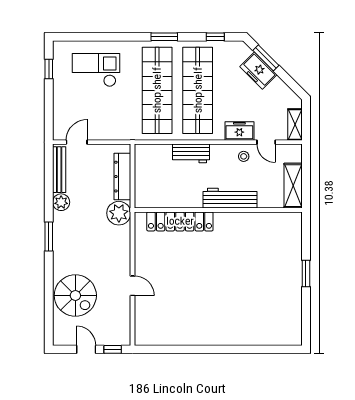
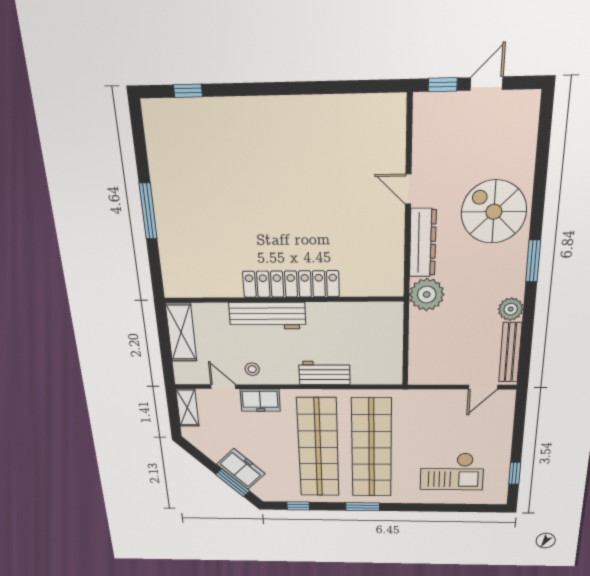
dresser: (122, 177) -> (423, 243), moved
locker: (180, 221) -> (291, 284), moved
window: (306, 274) -> (148, 211), width x1.44
spiral stairs: (75, 296) -> (494, 212), moved
door: (86, 349) -> (487, 84), swing flipped
window: (271, 349) -> (188, 91), added

